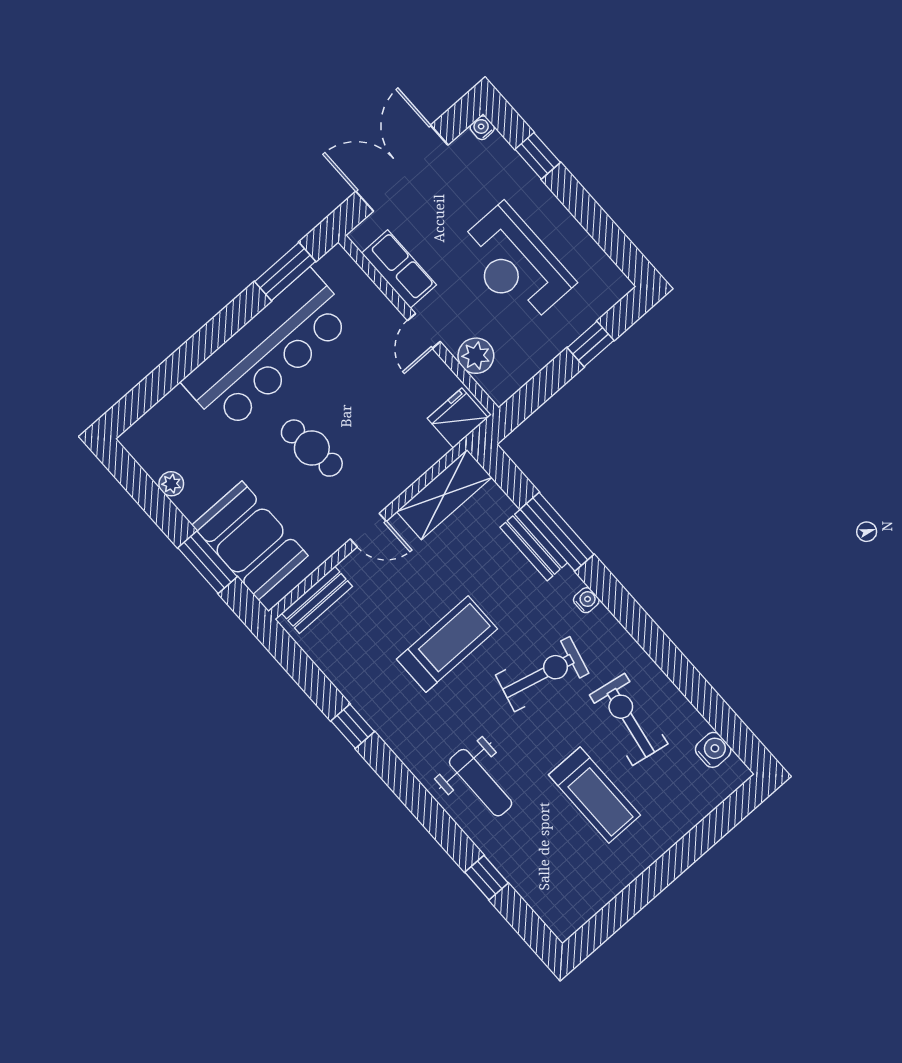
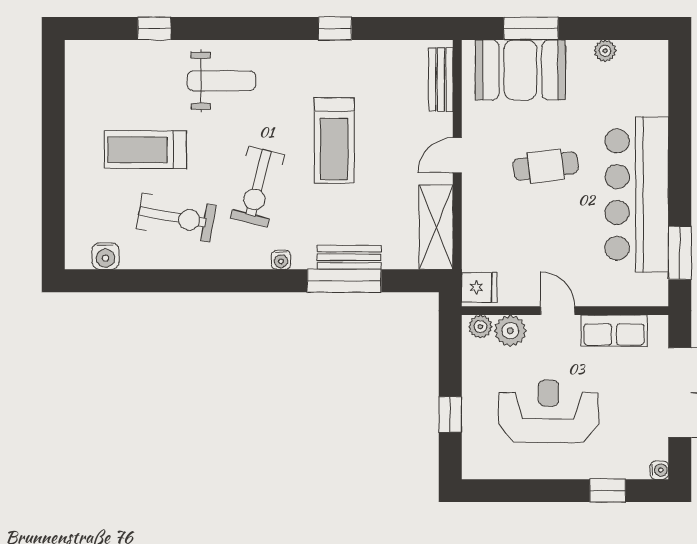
plant: (495, 384) -> (480, 327), added
fridge: (458, 418) -> (479, 287), width x0.72
weight bench: (481, 783) -> (221, 81), turned 180

